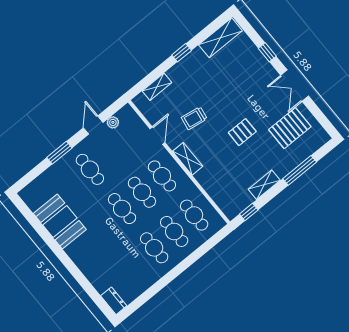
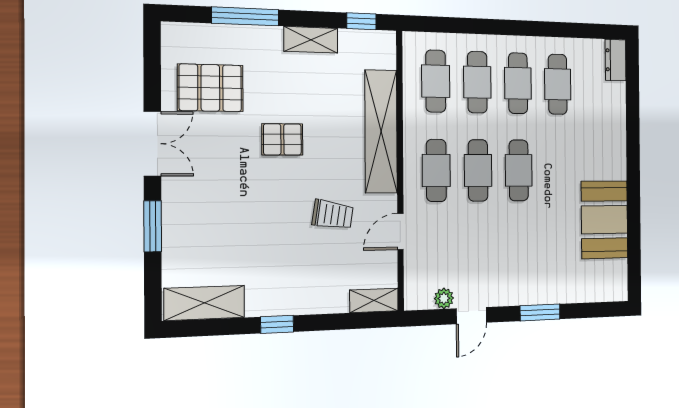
window: (267, 52) -> (153, 226), width x1.50
shelving: (157, 87) -> (374, 300), moved
shelving: (188, 159) -> (381, 132), width x2.20, depth x1.33
cafe table: (90, 169) -> (558, 84), moved

